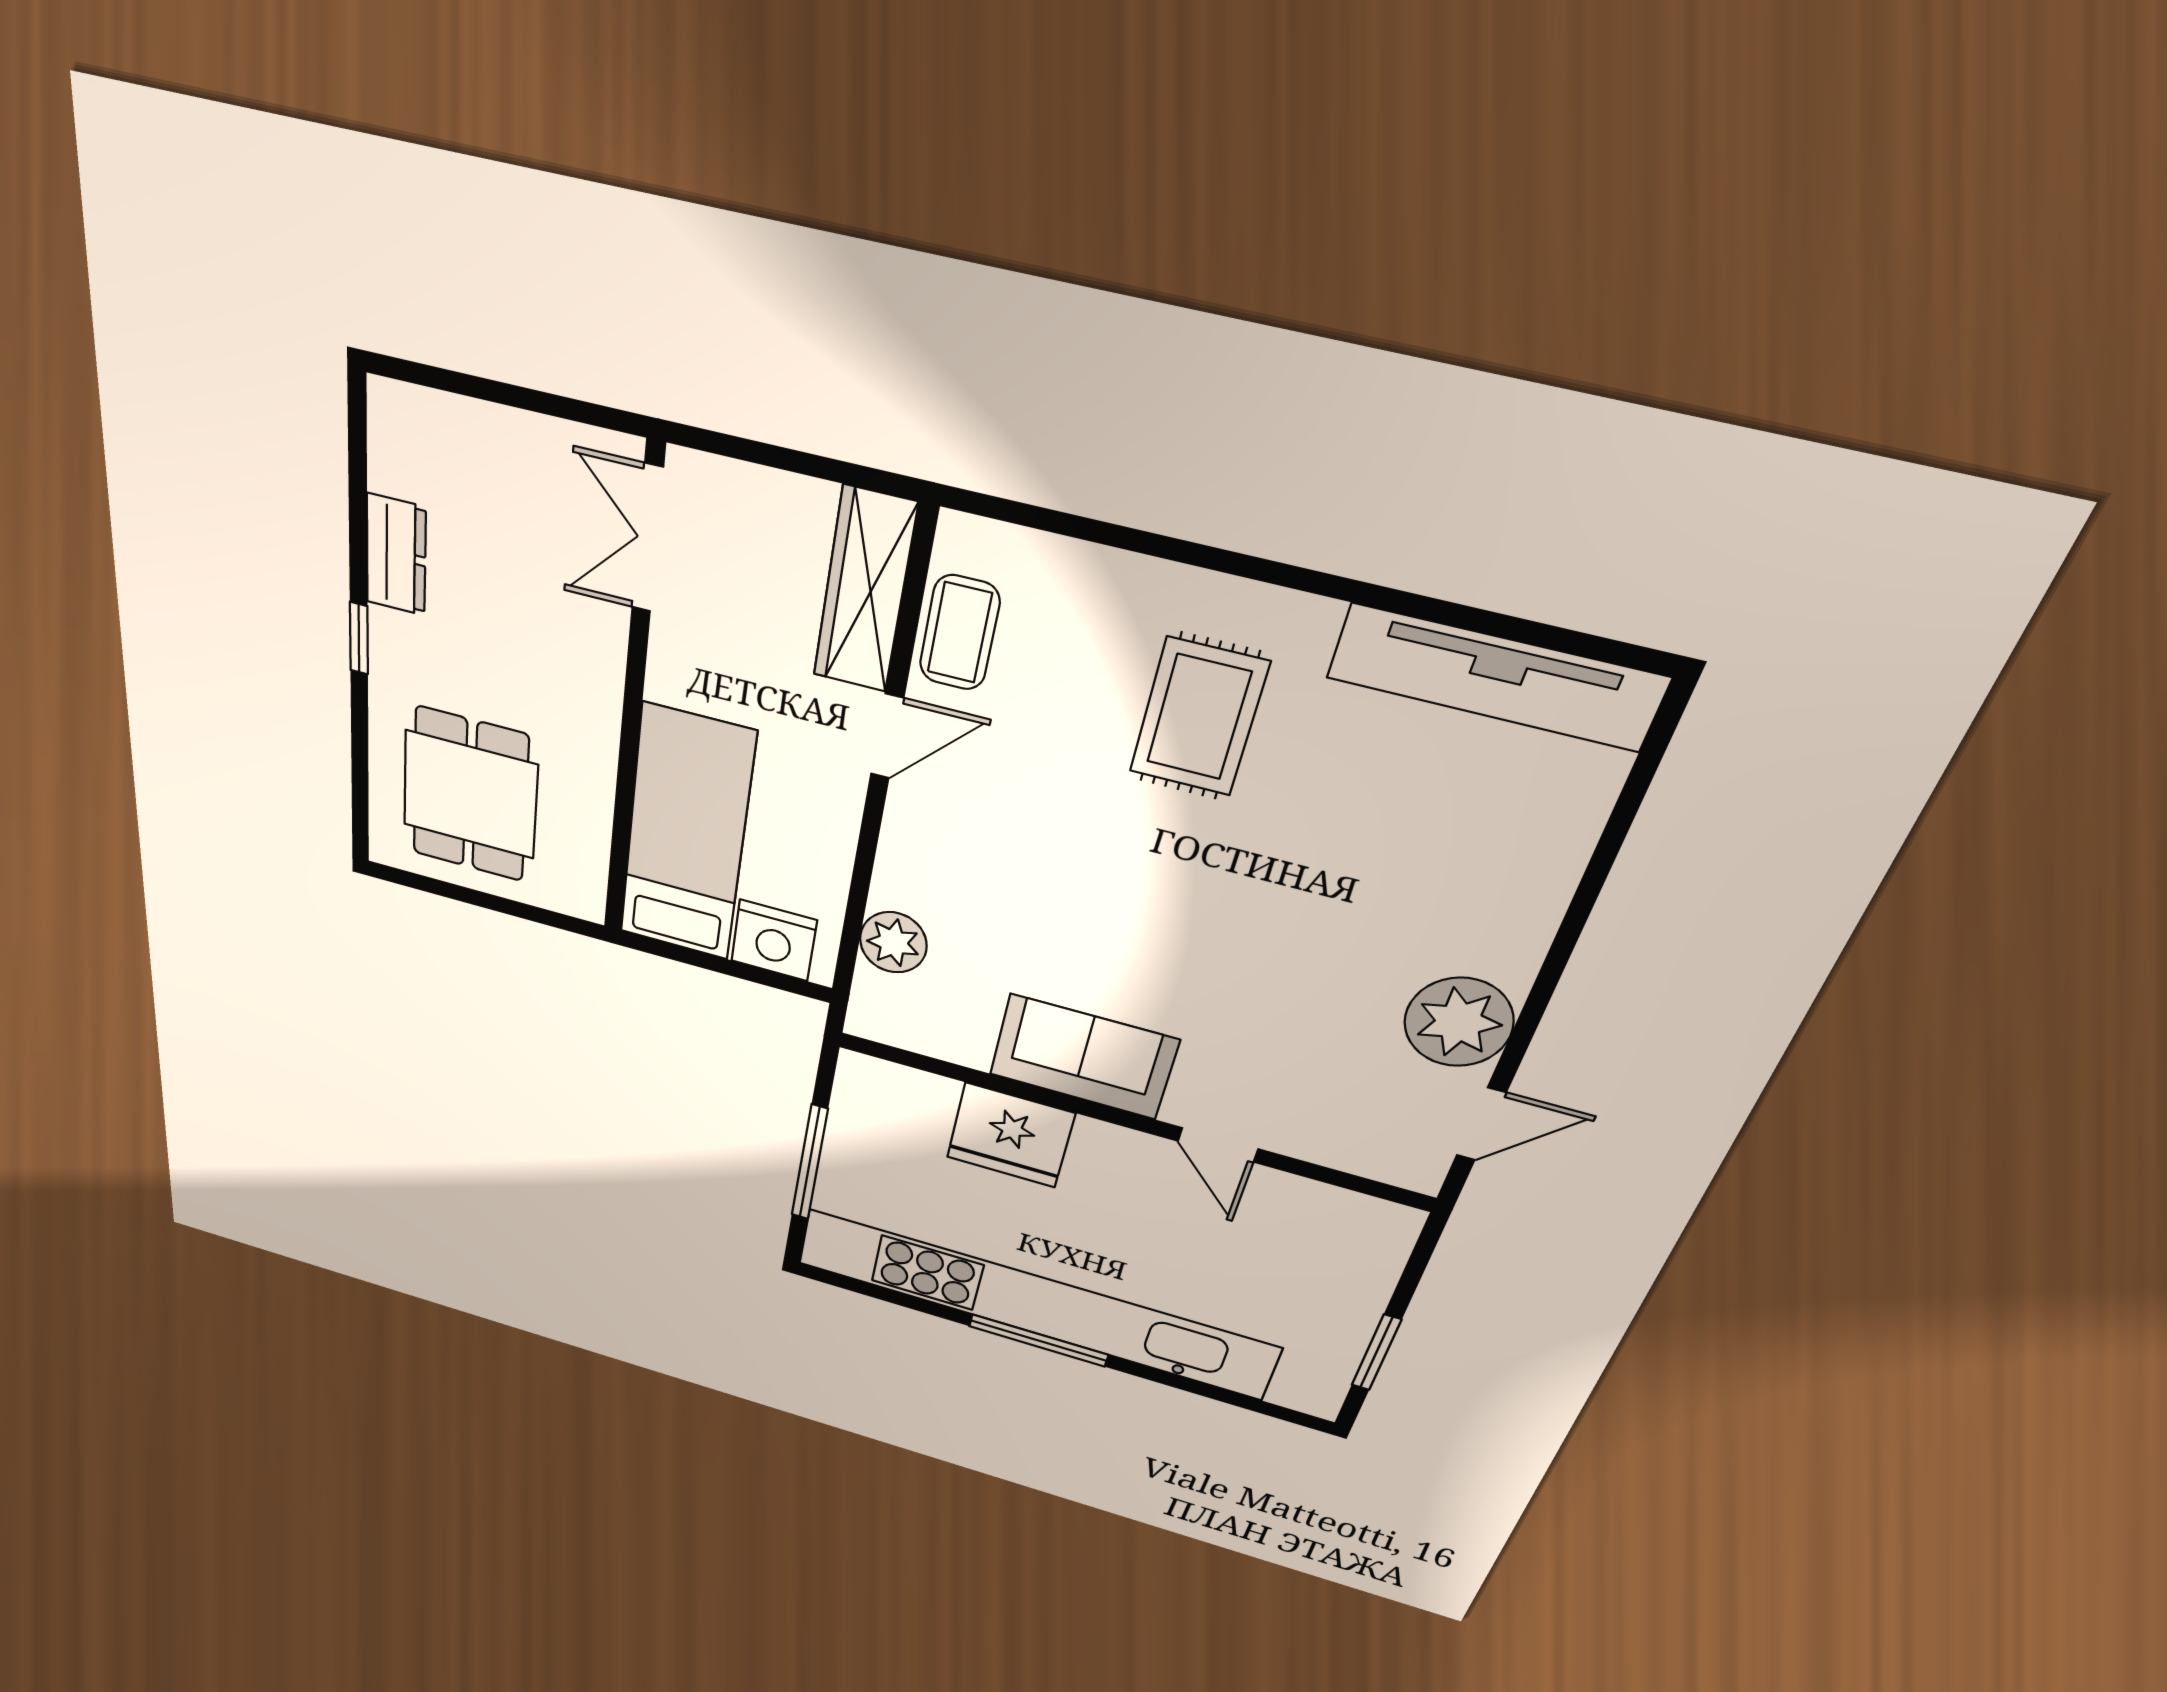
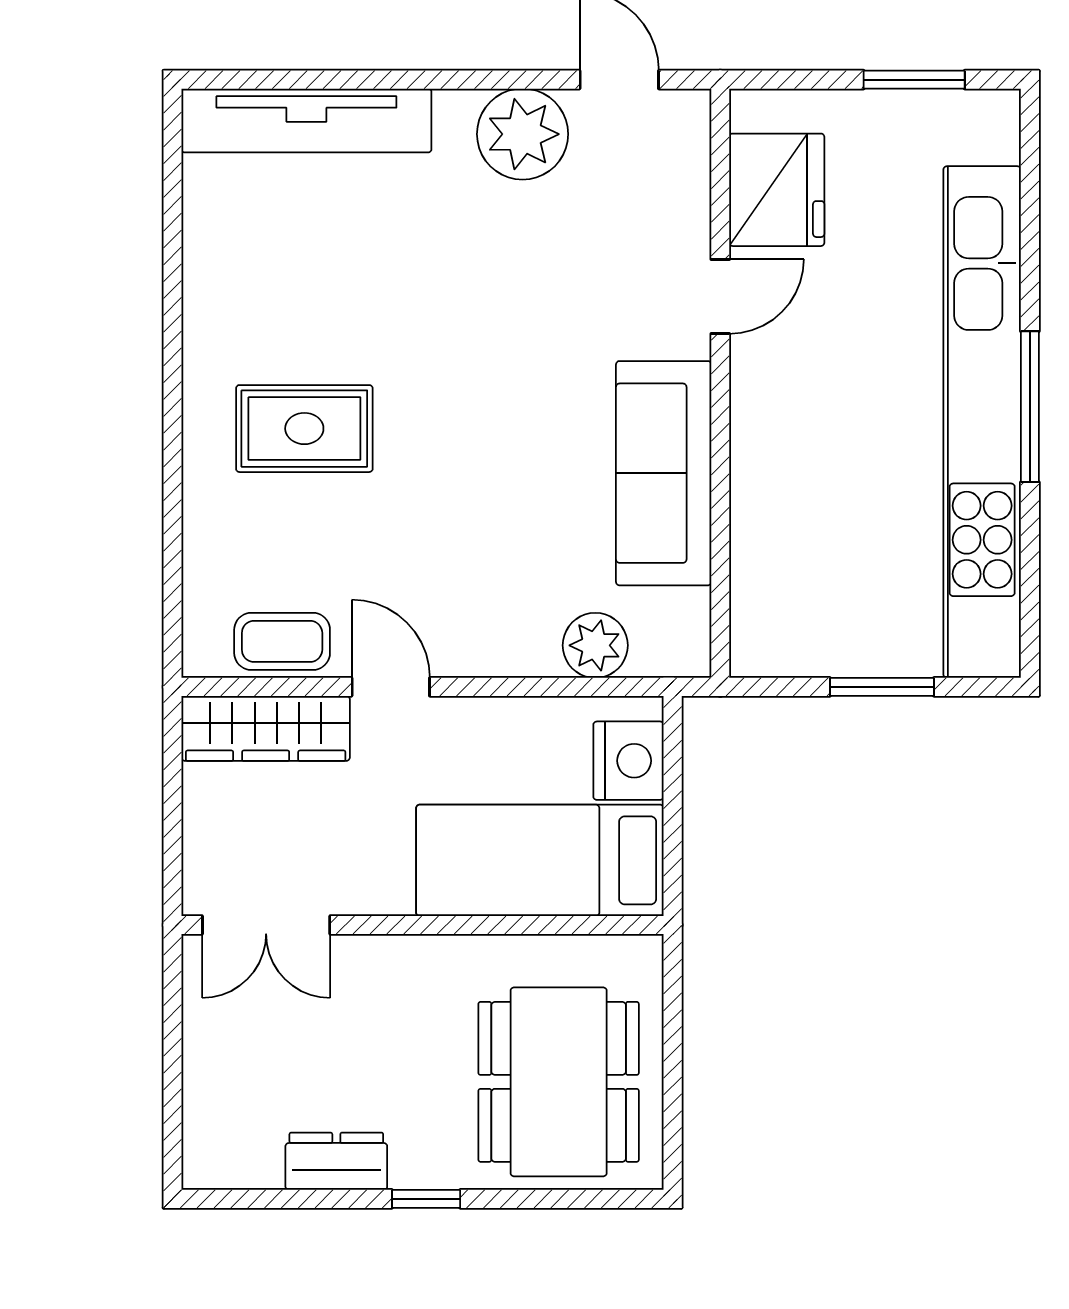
tv unit: (1496, 677) -> (306, 120), moved, turned 90
dining table: (470, 795) -> (559, 1082), width x1.38
sofa: (1083, 1057) -> (664, 473), width x1.36
fridge: (1010, 1135) -> (777, 190), moved
window: (810, 1163) -> (882, 687), width x0.69

